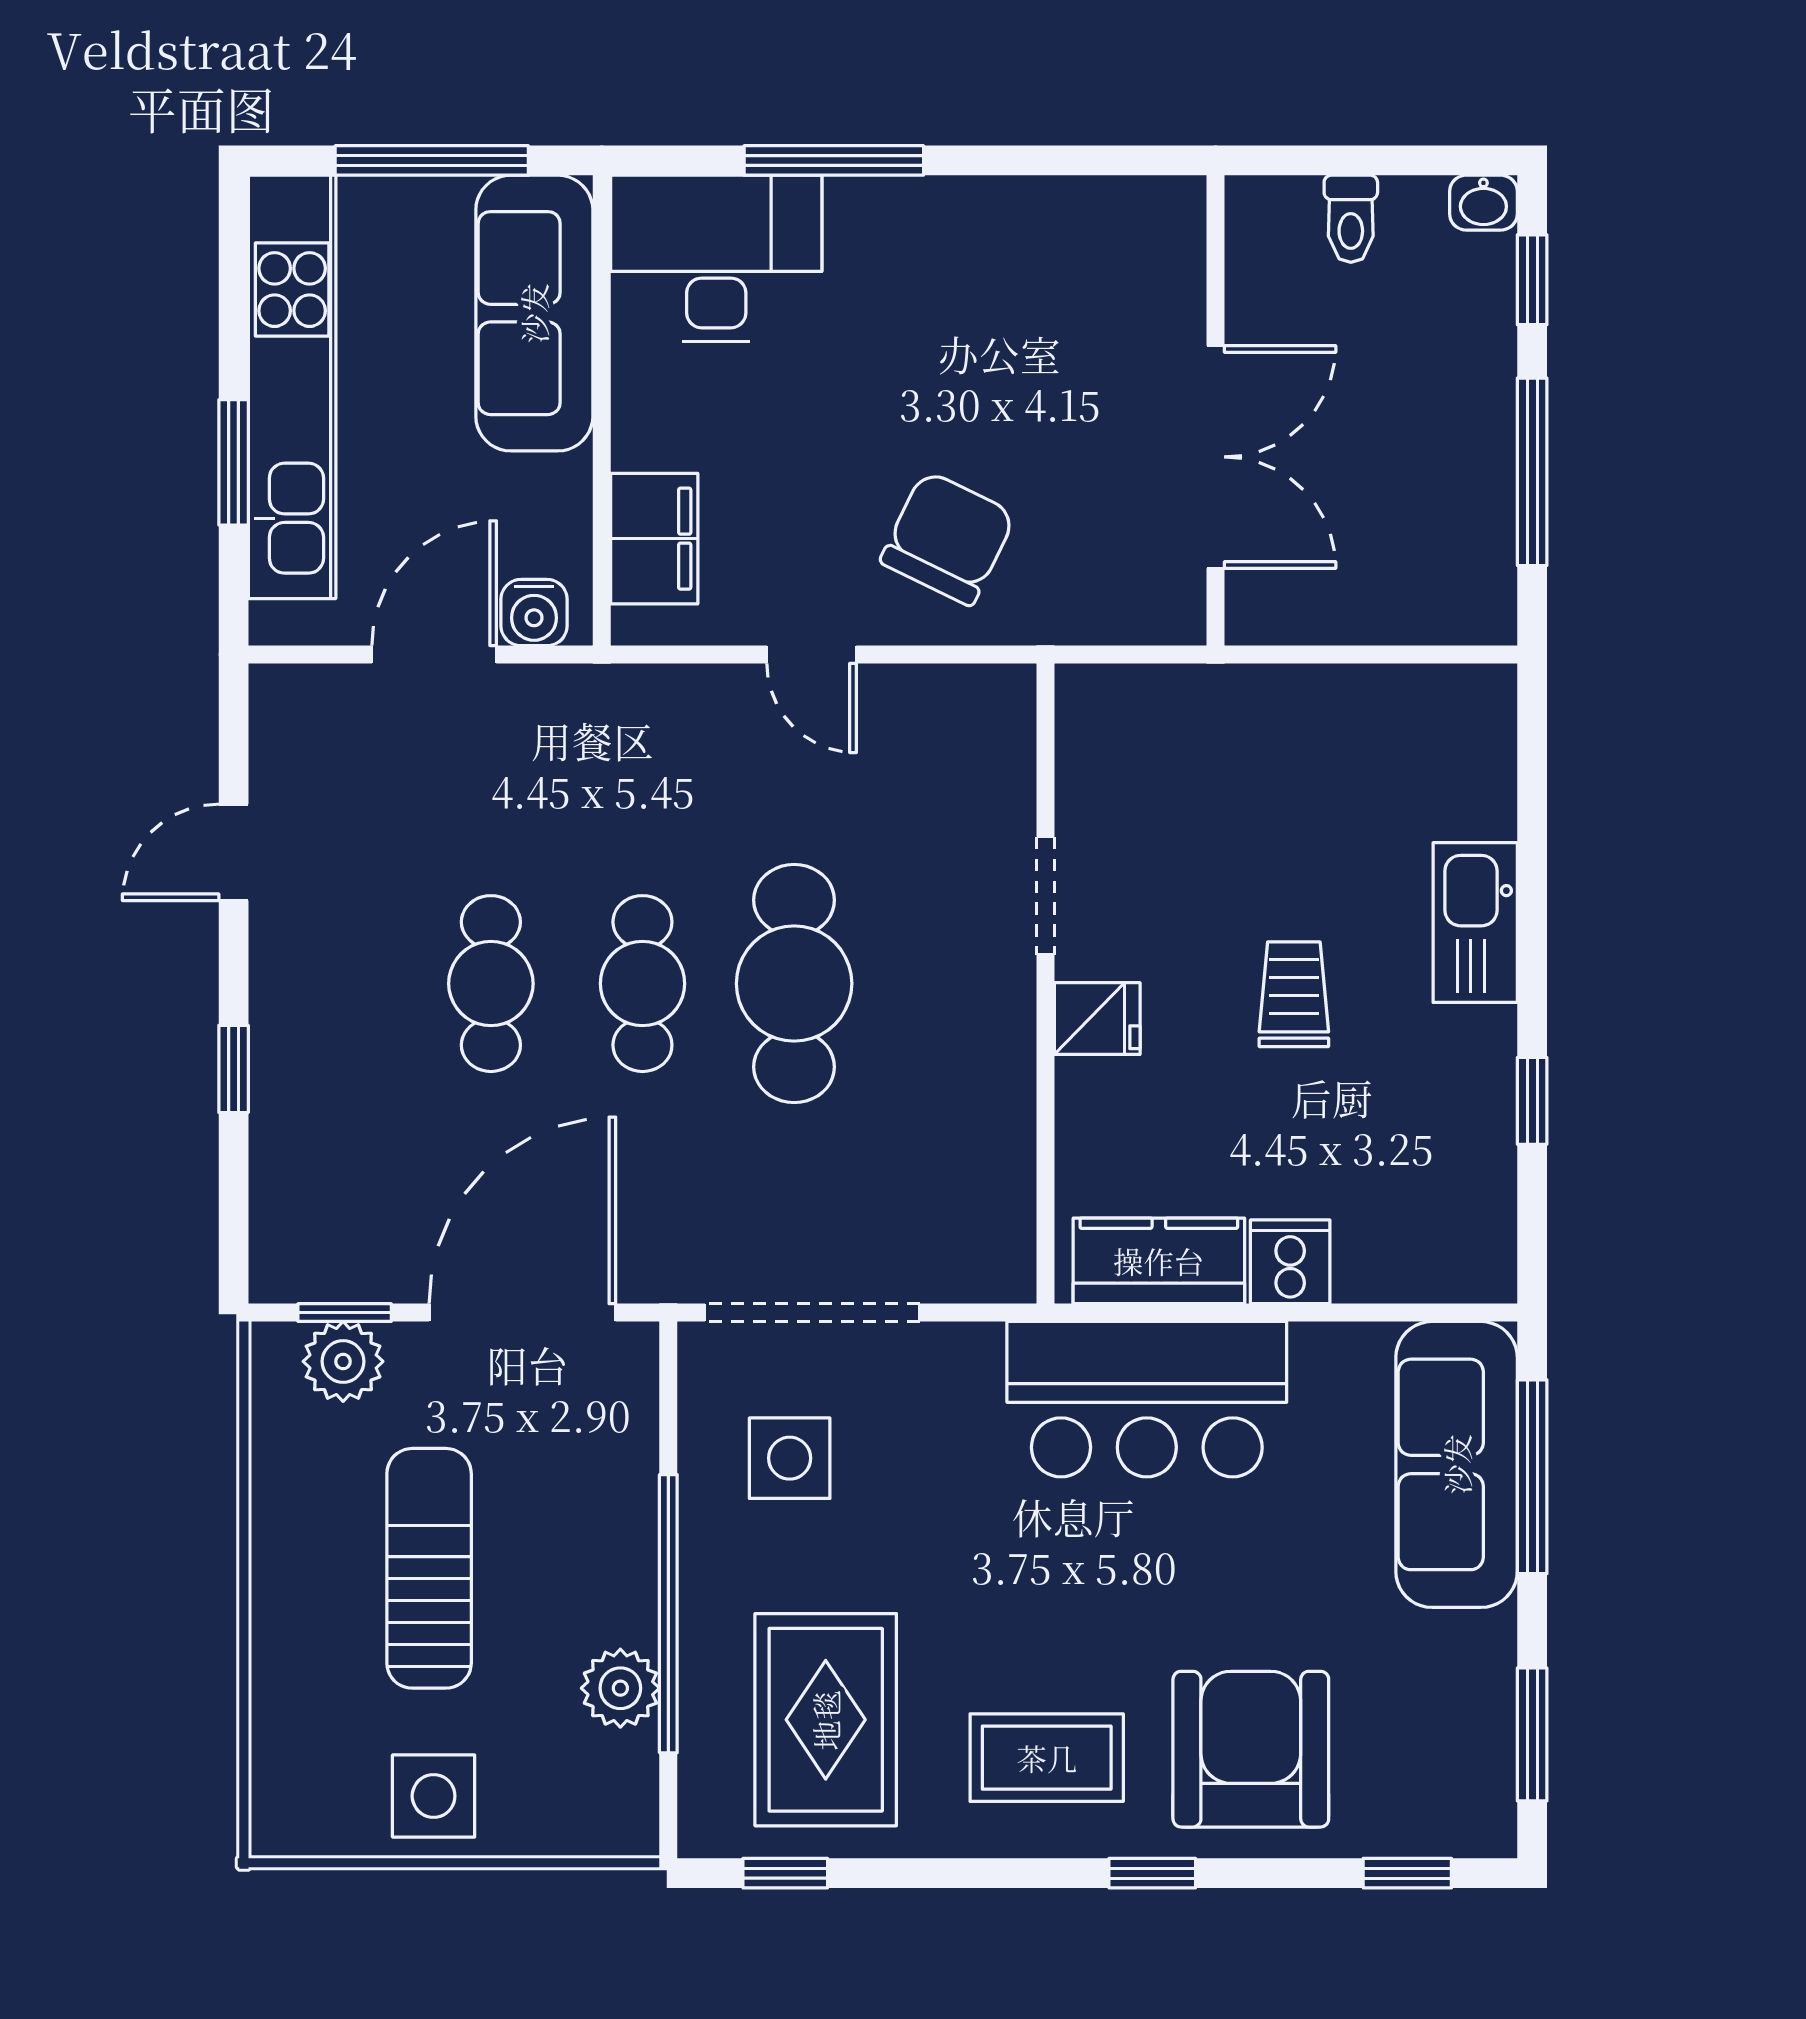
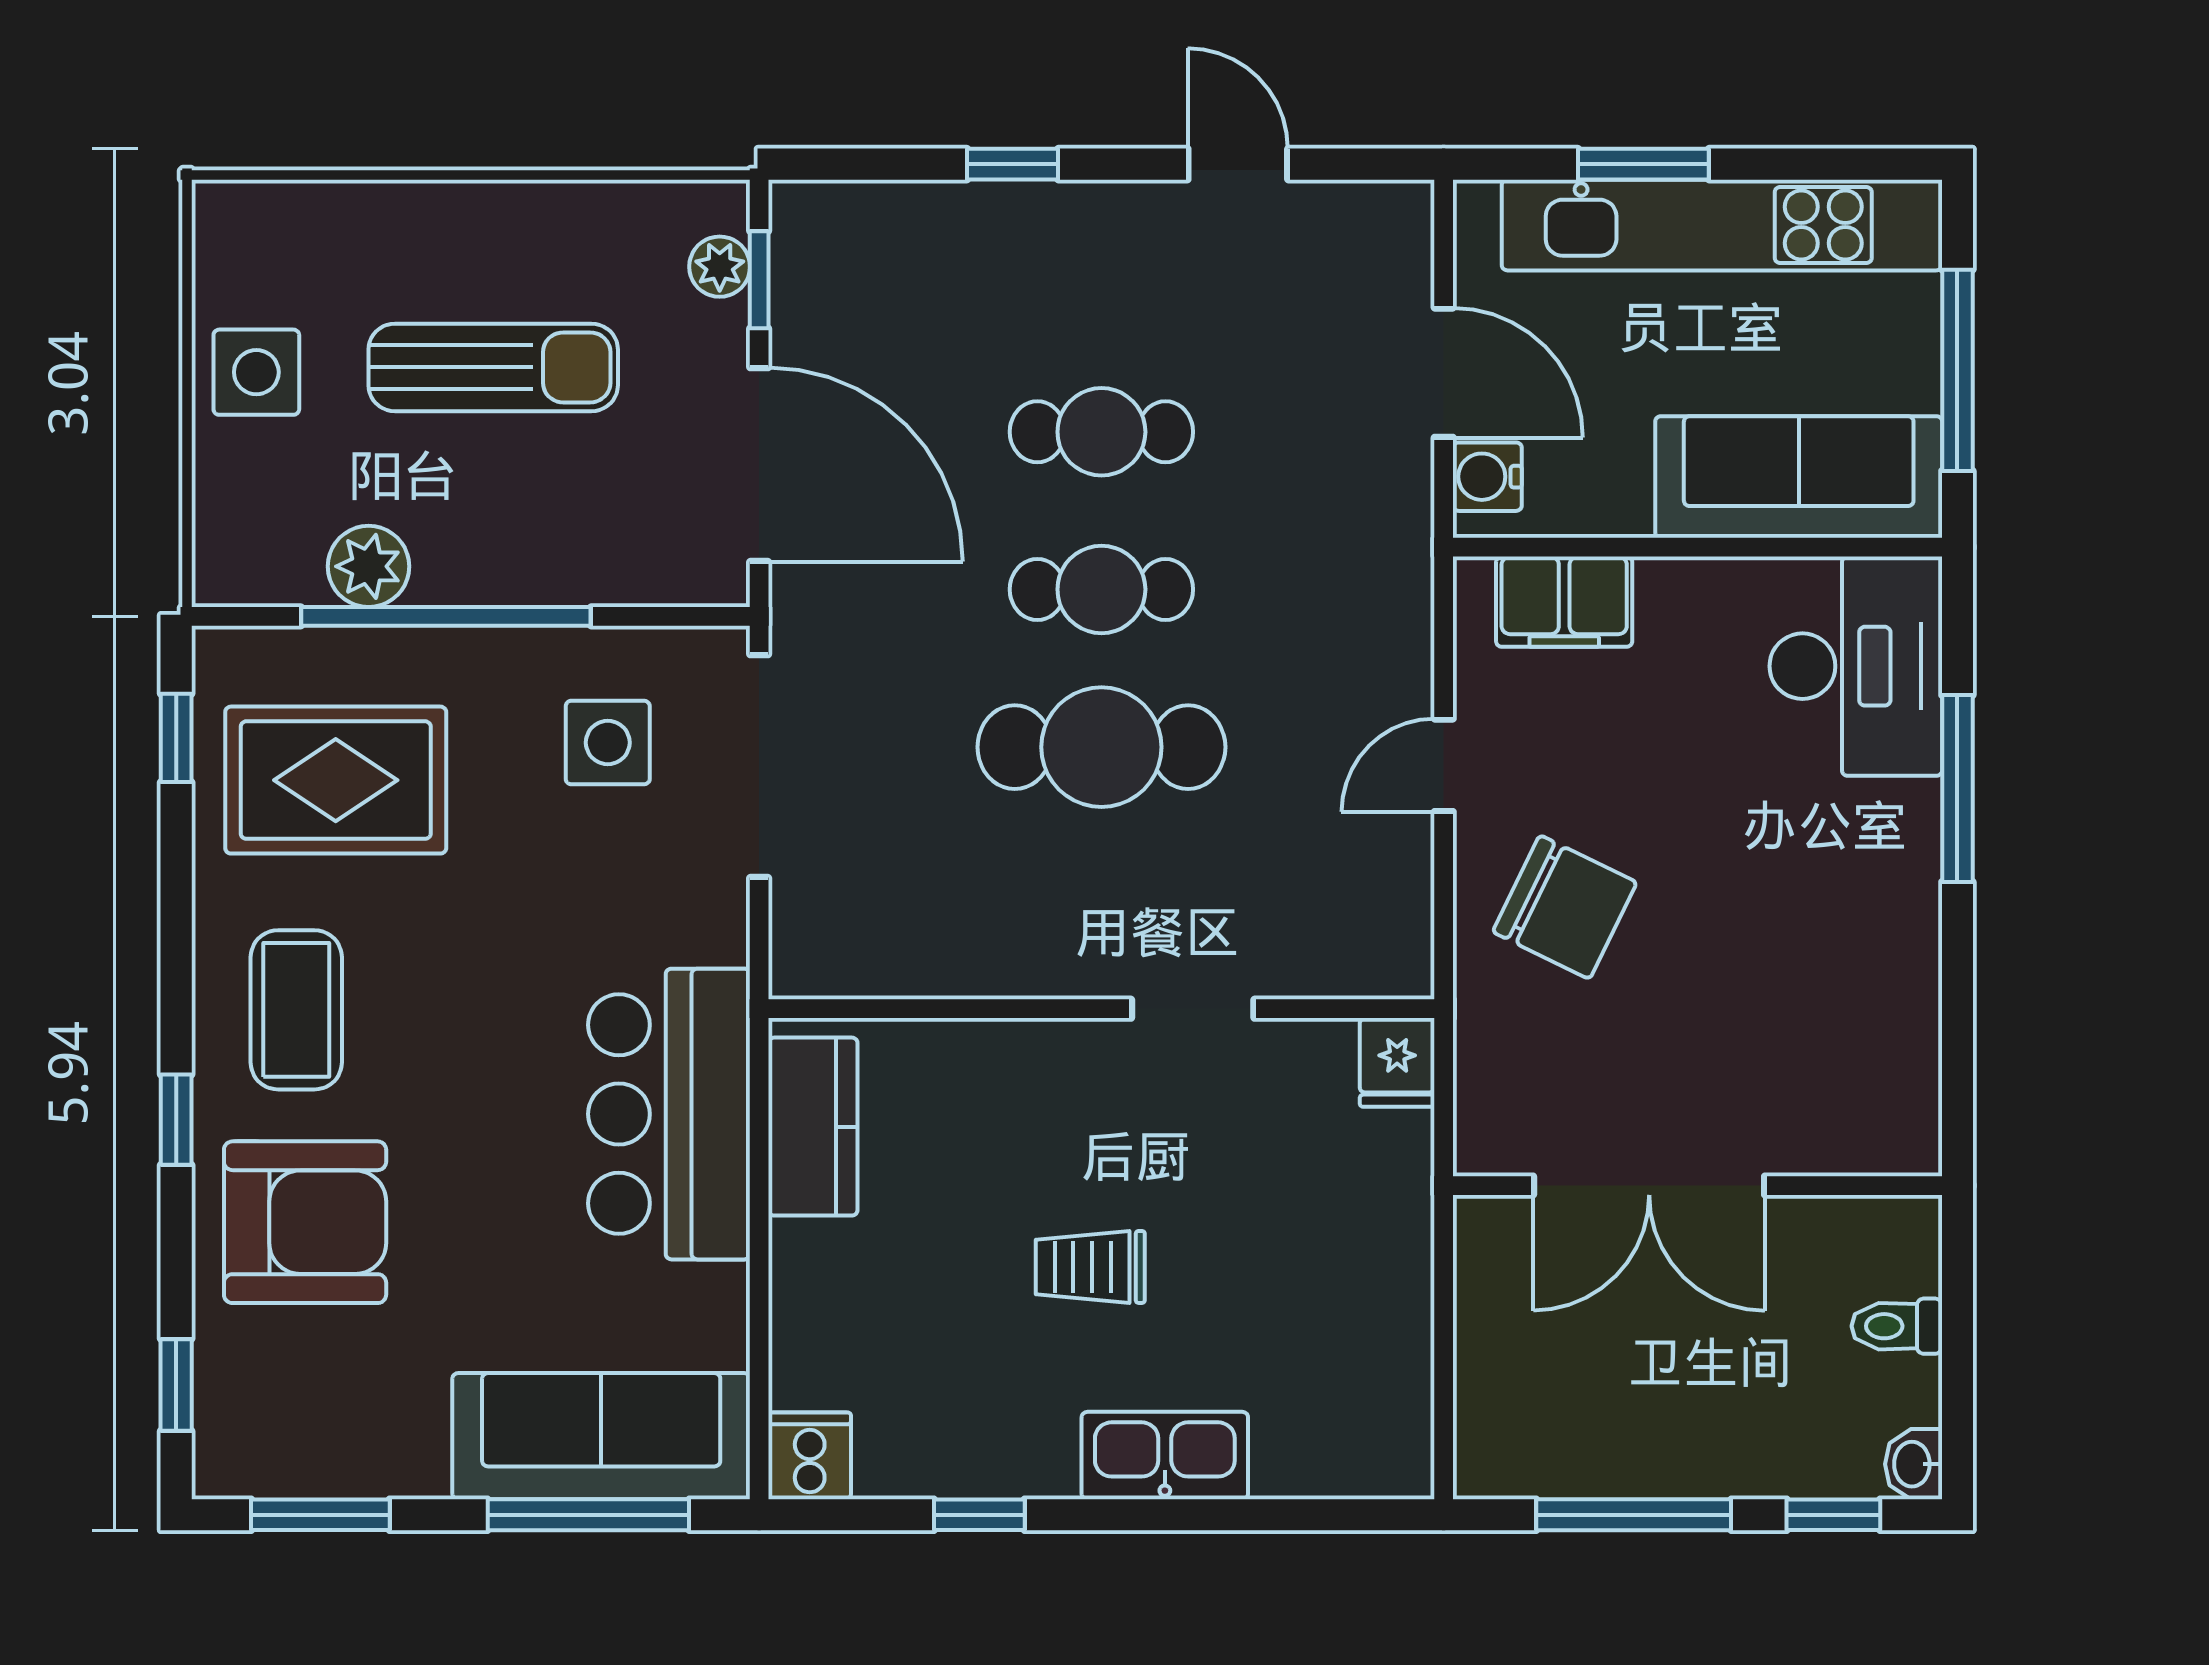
trolley: (1294, 994) -> (1090, 1267), turned 180
fridge: (1097, 1019) -> (1397, 1062), moved
cooker: (1290, 1262) -> (810, 1456), moved, turned -90
plant: (343, 1361) -> (720, 267), width x0.73, depth x0.73

